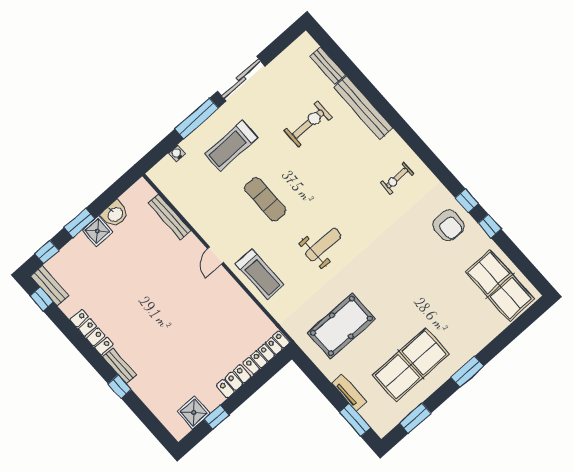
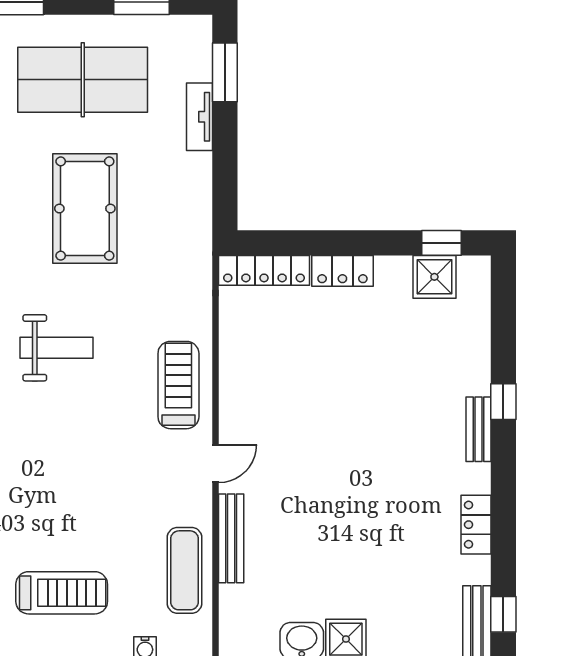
exercise mat: (265, 199) -> (185, 570), moved
bench: (169, 217) -> (231, 538), moved
weight bench: (323, 245) -> (57, 348), turned 180
pool table: (341, 326) -> (85, 209), moved, turned 90
locker: (91, 332) -> (476, 525), width x0.66
window: (217, 417) -> (442, 243), moved

